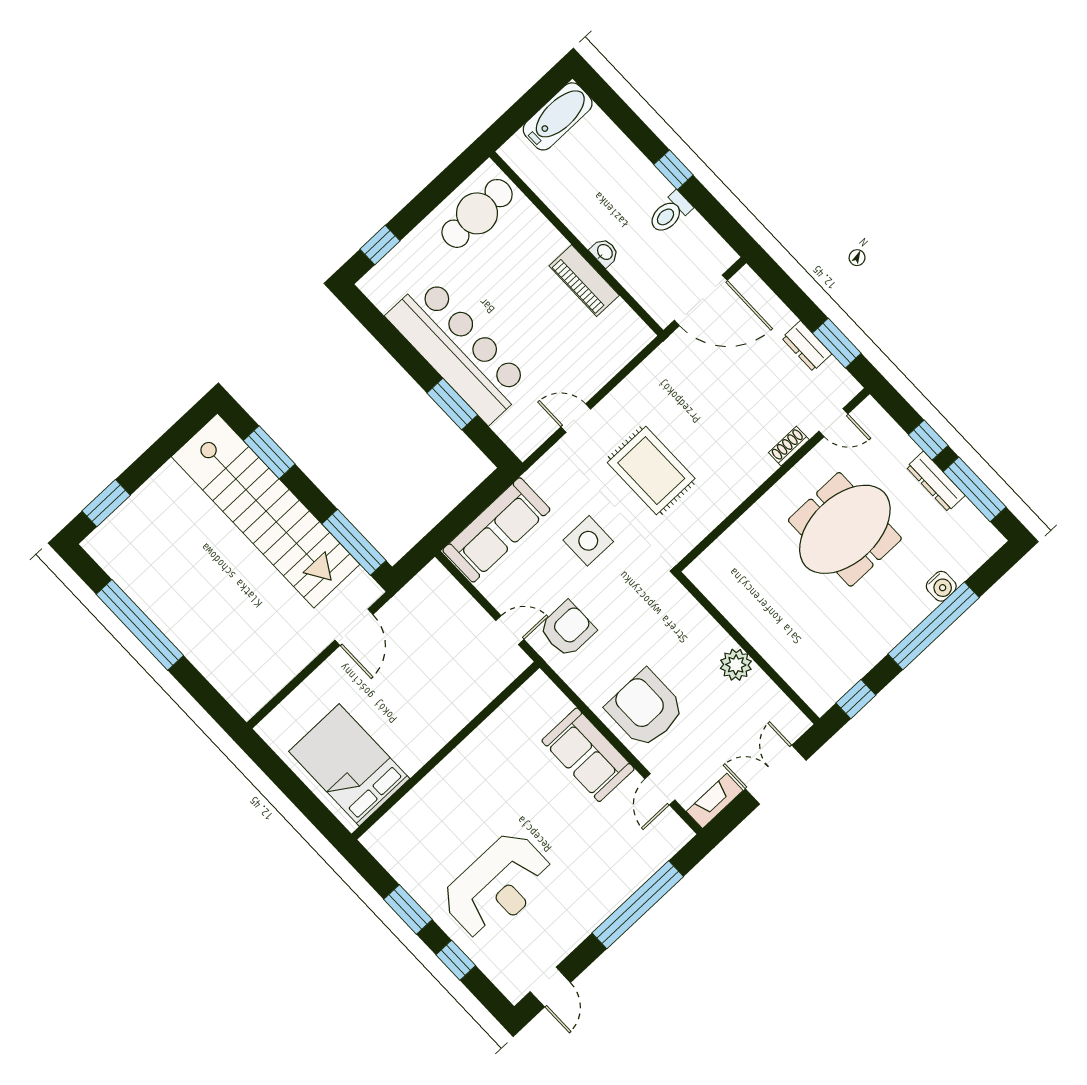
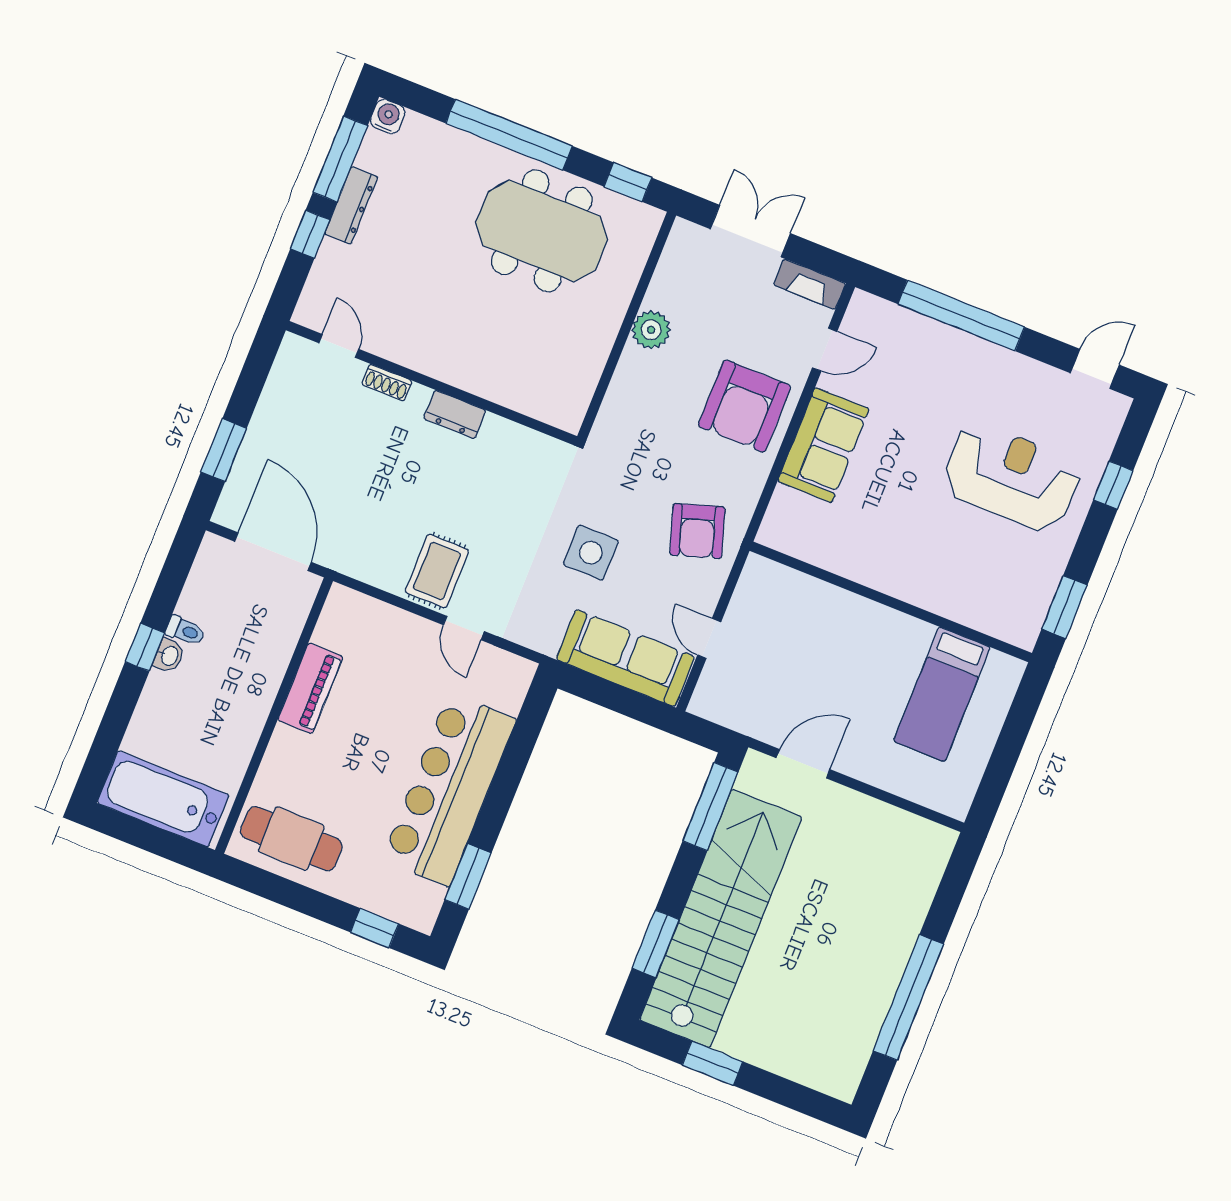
bathtub: (558, 116) -> (163, 799), width x1.36, depth x1.36
toilet: (670, 213) -> (185, 631), width x0.73, depth x0.72
washbasin: (604, 252) -> (169, 656), moved, turned 180
window: (837, 343) -> (224, 450), moved
dresser: (807, 346) -> (455, 414), moved, turned 90
window: (452, 404) -> (468, 876), moved
rug: (651, 471) -> (437, 571), moved, width x0.73, depth x0.70
window: (106, 503) -> (713, 1063), moved
meeting table: (845, 529) -> (542, 231), moved
water cooler: (941, 586) -> (388, 117), moved
armchair: (567, 629) -> (697, 531), turned -108
door: (510, 630) -> (709, 638), moved
bed: (349, 765) -> (942, 694), width x0.67
double door: (776, 775) -> (750, 231), swing flipped
window: (408, 909) -> (1064, 607), moved

